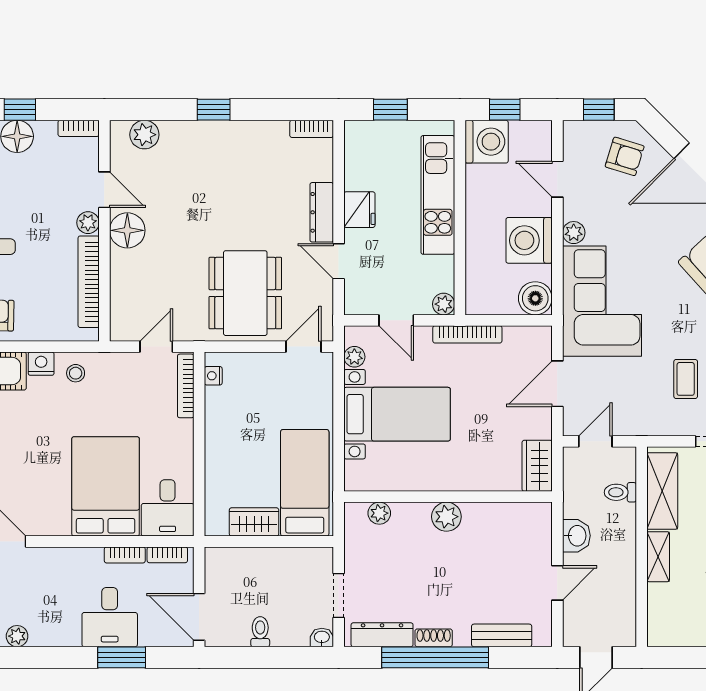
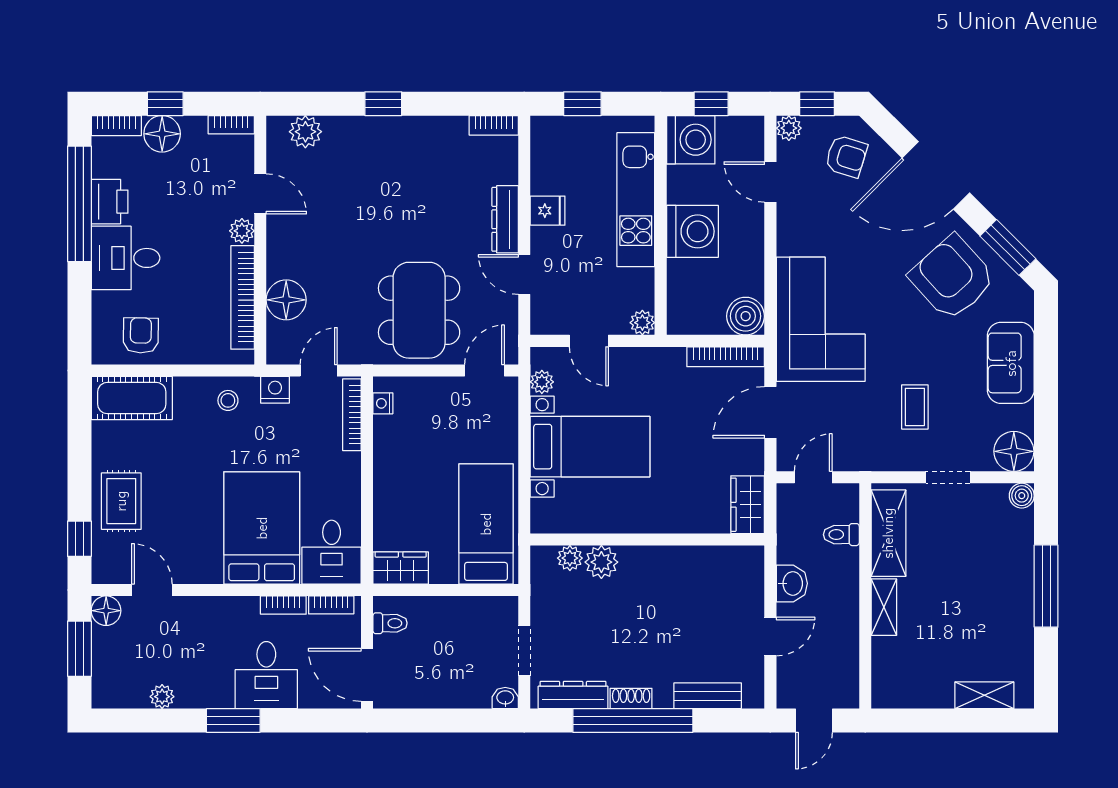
fridge: (359, 210) -> (548, 211), width x0.72
floor lamp: (127, 230) -> (286, 300), moved
plant: (574, 233) -> (789, 128), moved
washing machine: (529, 240) -> (692, 231), moved, turned 180
bookcase: (467, 334) -> (726, 357), moved
nightstand: (41, 364) -> (275, 390), moved
plant: (446, 517) -> (601, 562), moved
wardrobe: (254, 522) -> (401, 568), moved
toilet: (260, 632) -> (390, 623), moved, turned 90
window: (122, 657) -> (233, 720), moved

